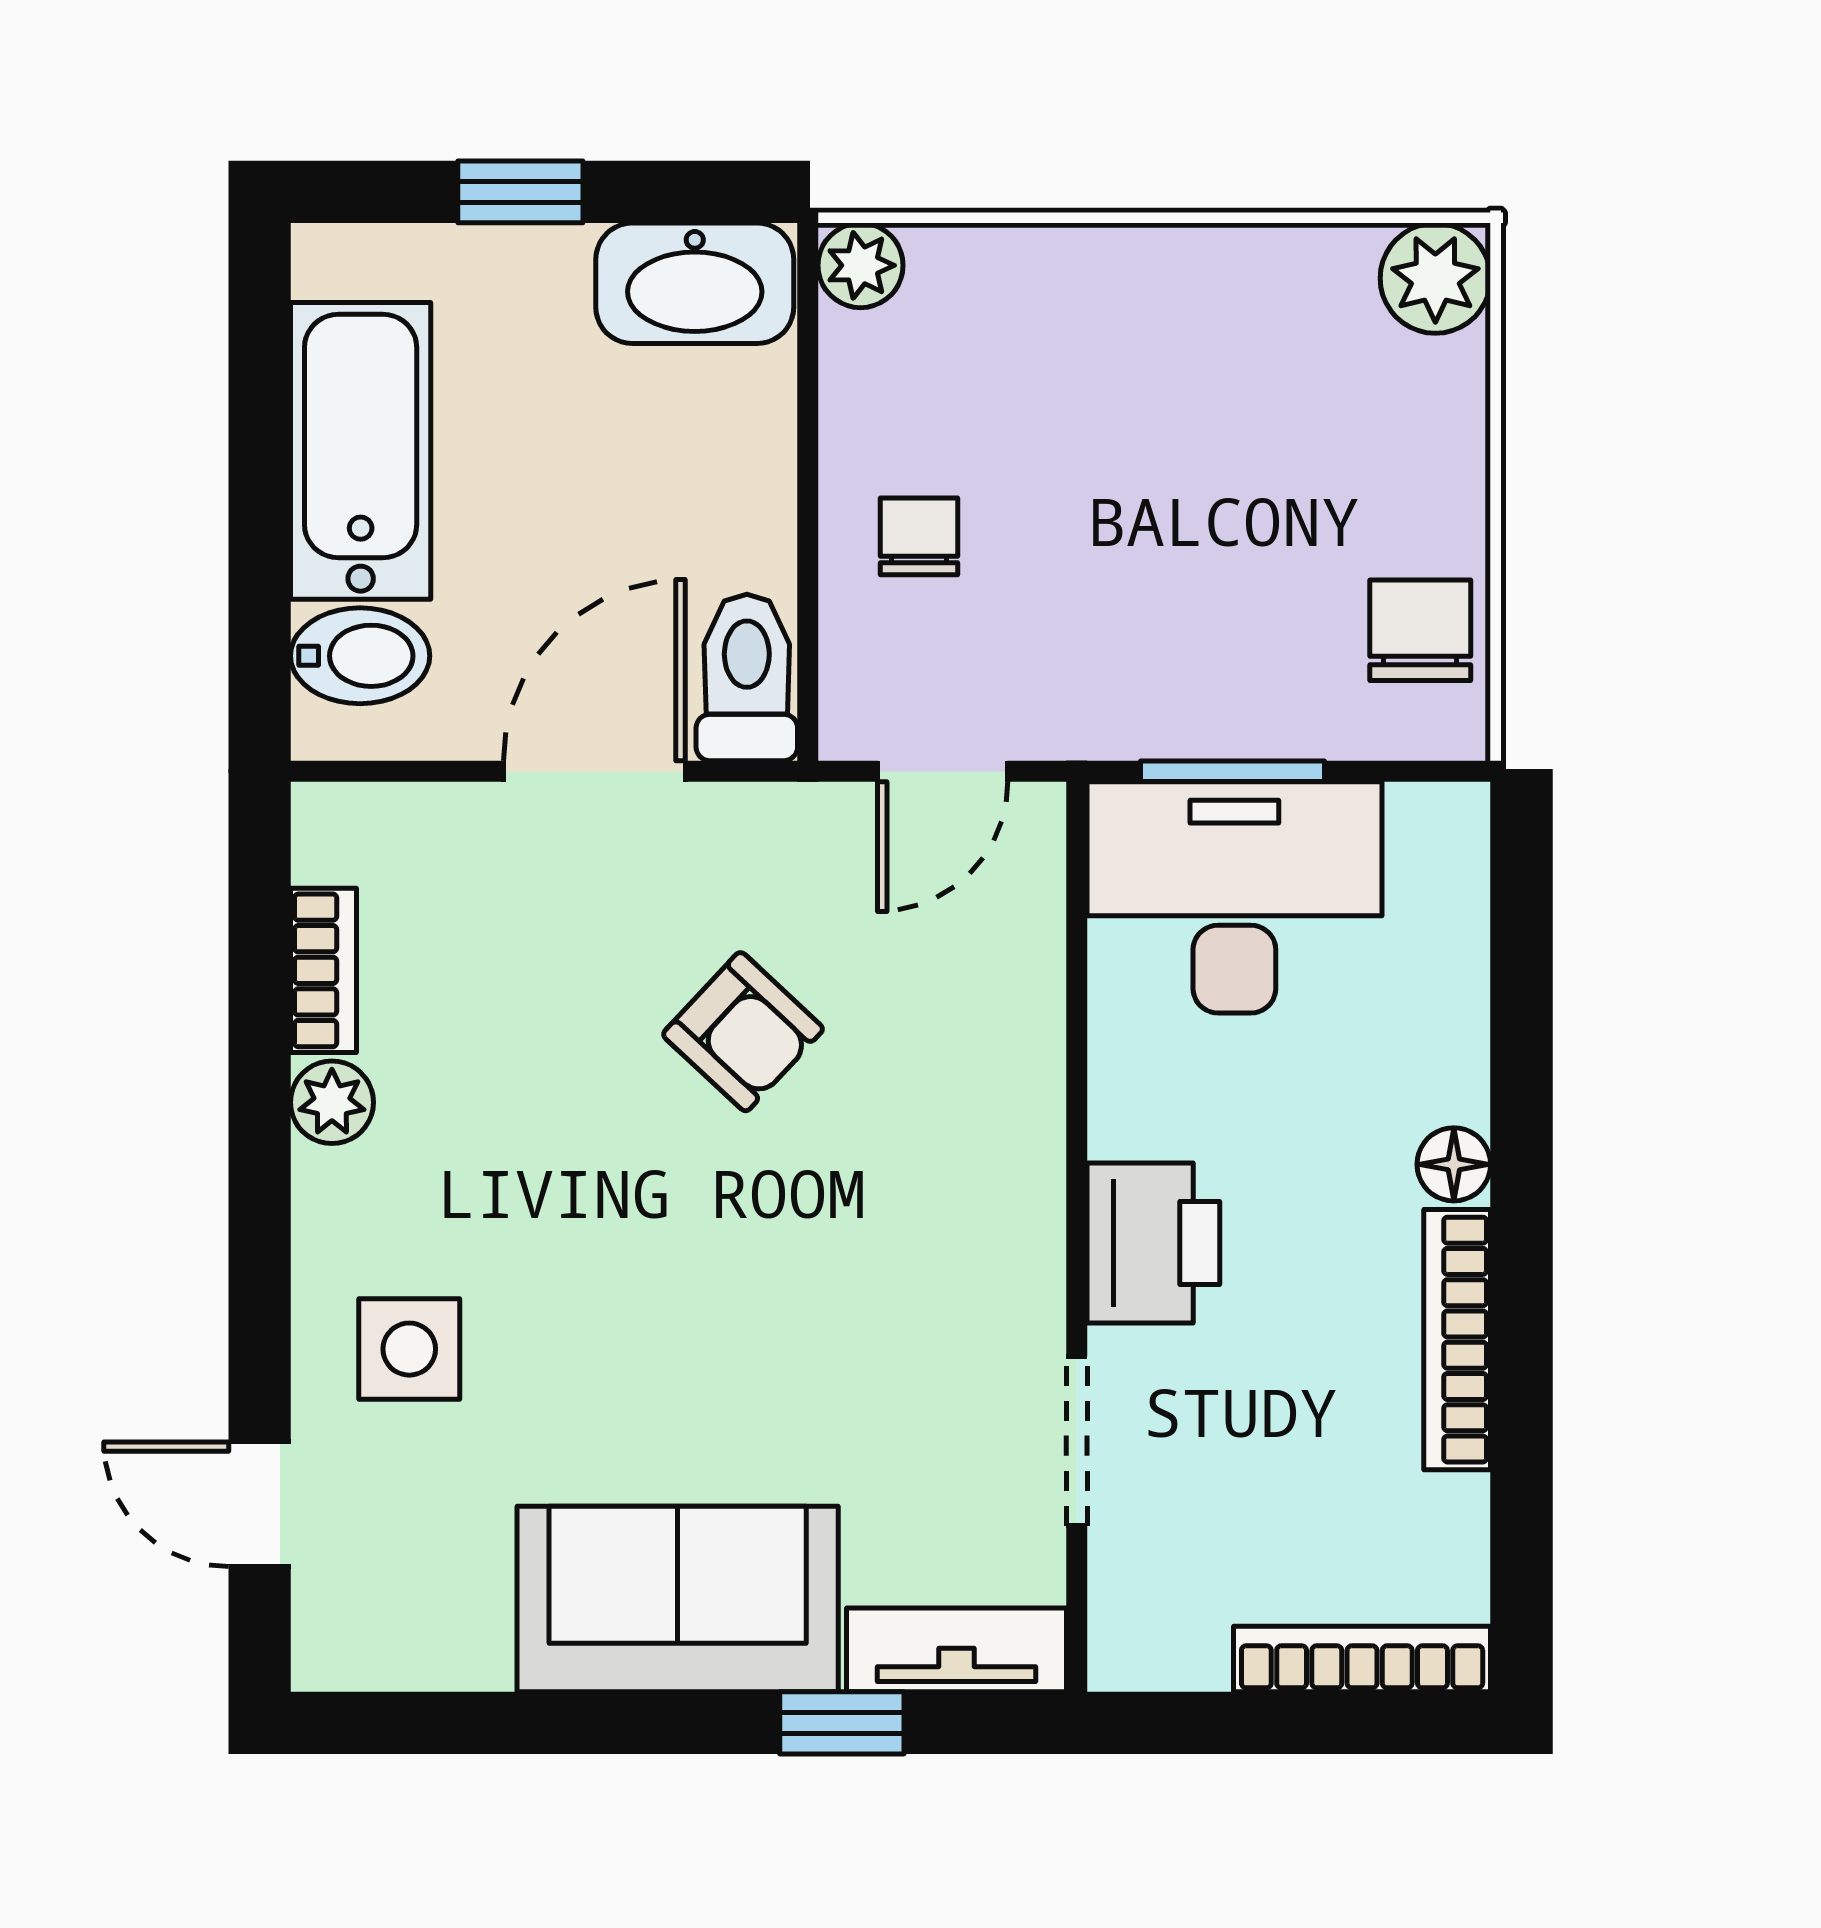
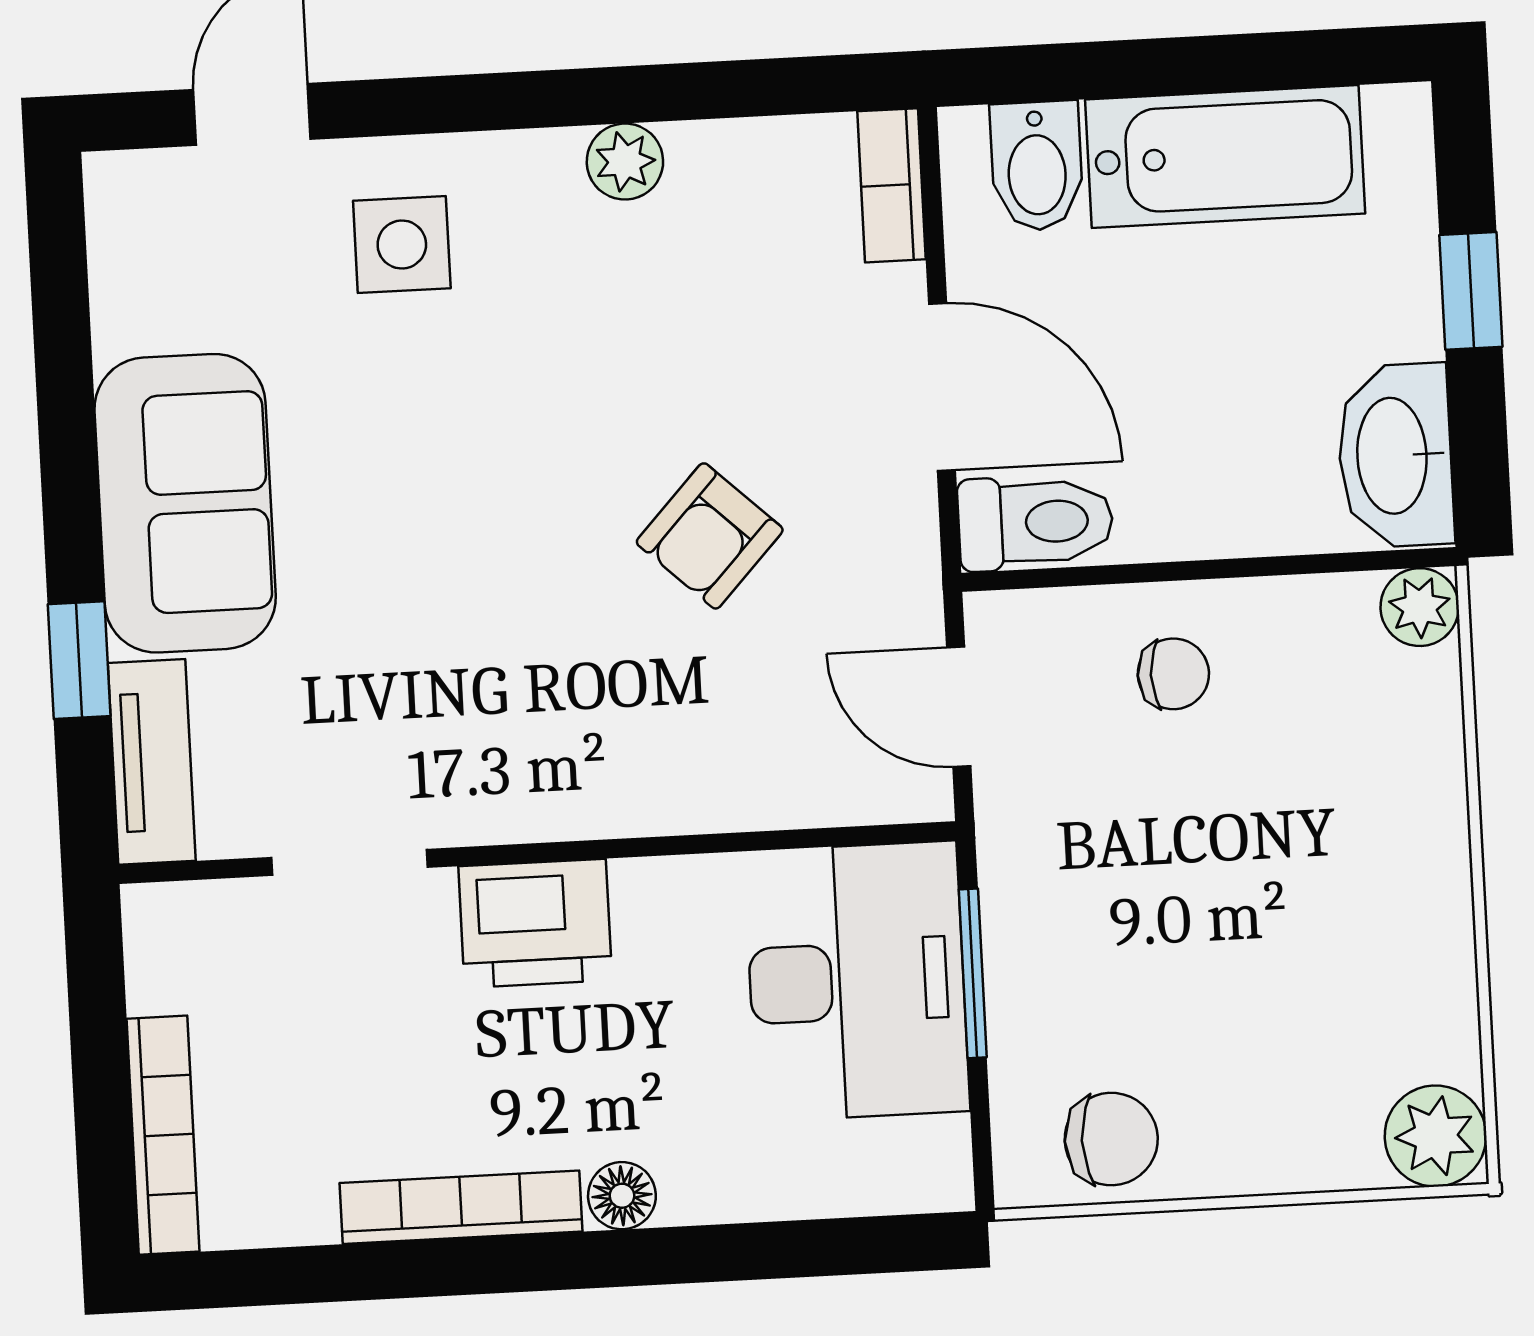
bookcase: (323, 970) -> (892, 185), moved, turned 90

